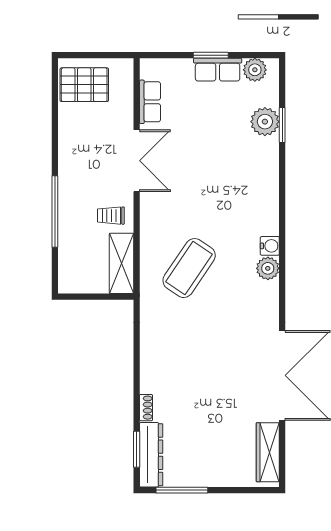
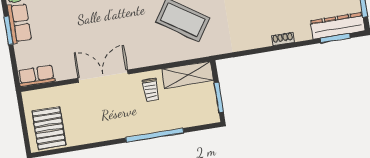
row of seats: (150, 102) -> (36, 76), moved
window: (88, 297) -> (219, 97), added
shoe rack: (146, 408) -> (283, 39), moved

